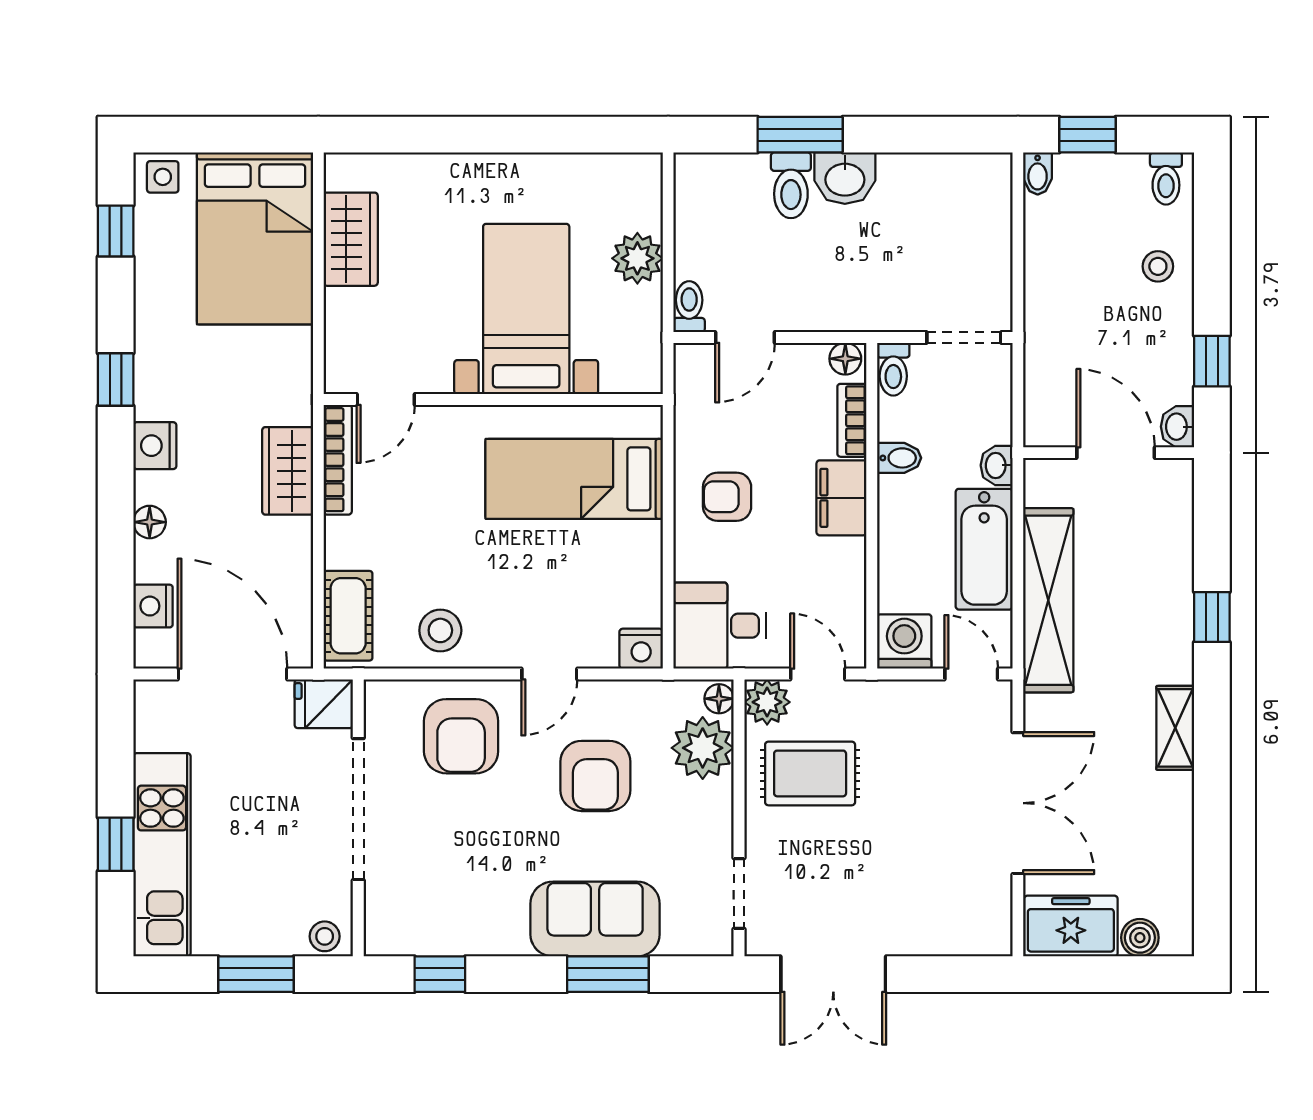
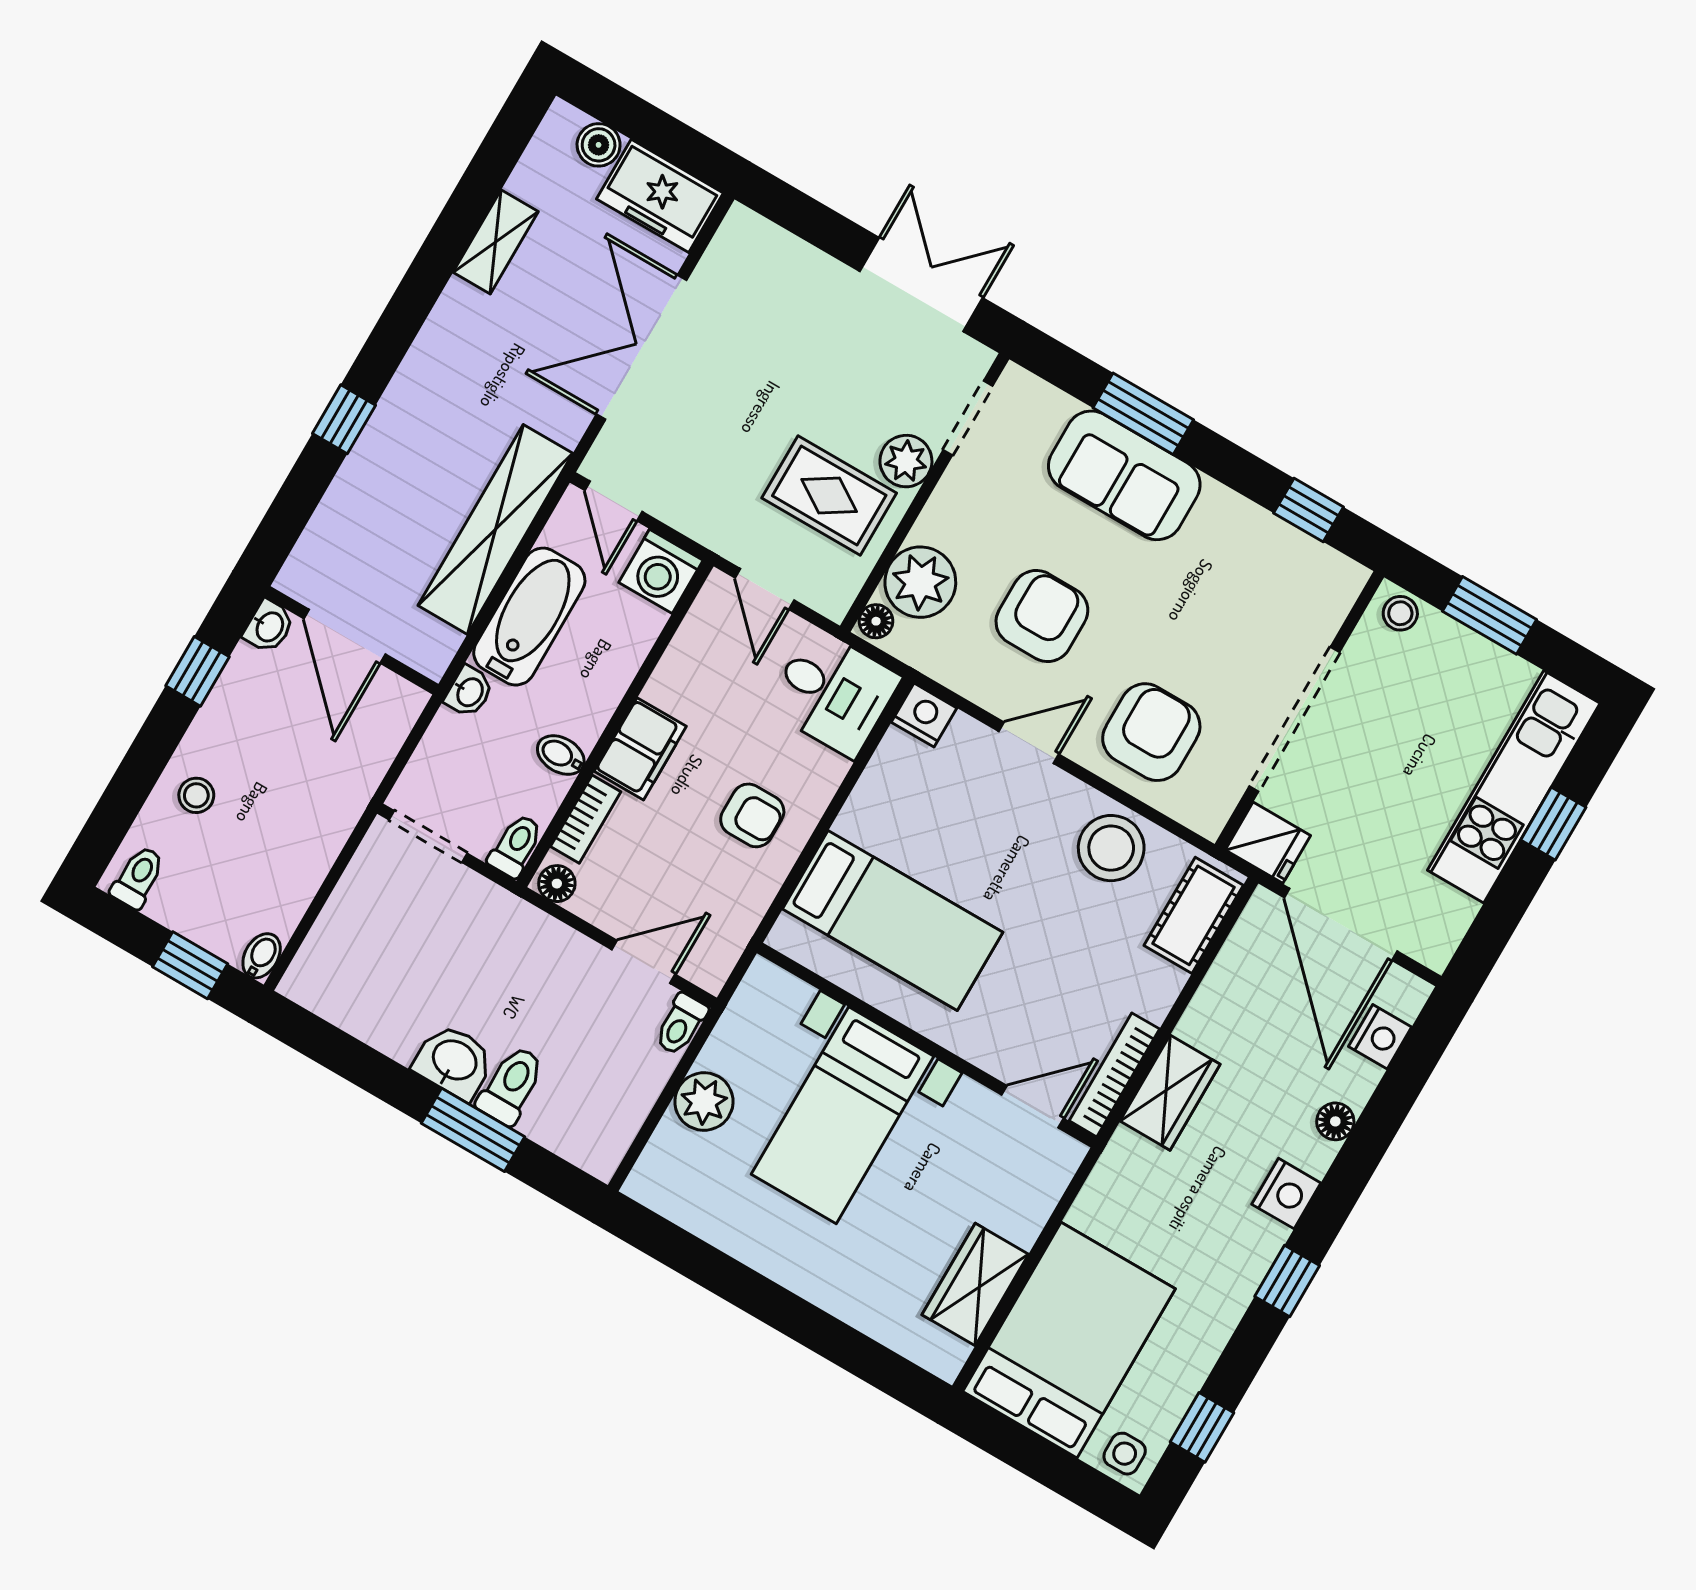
stool: (440, 630) -> (1111, 848), width x1.38, depth x1.38
plant: (767, 702) -> (906, 461), moved
shelving: (1175, 728) -> (496, 242), moved

